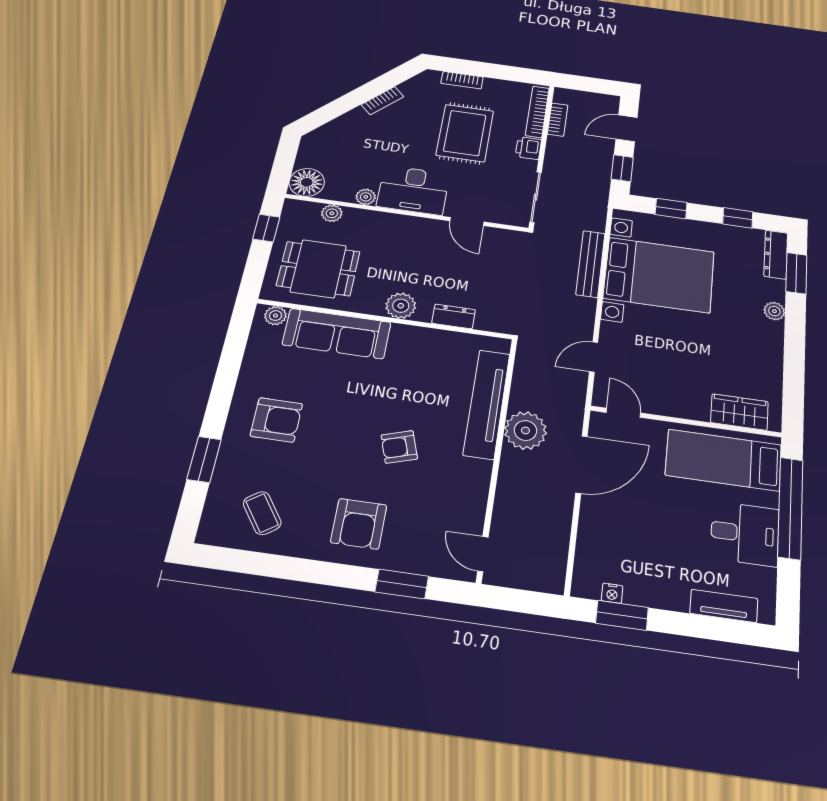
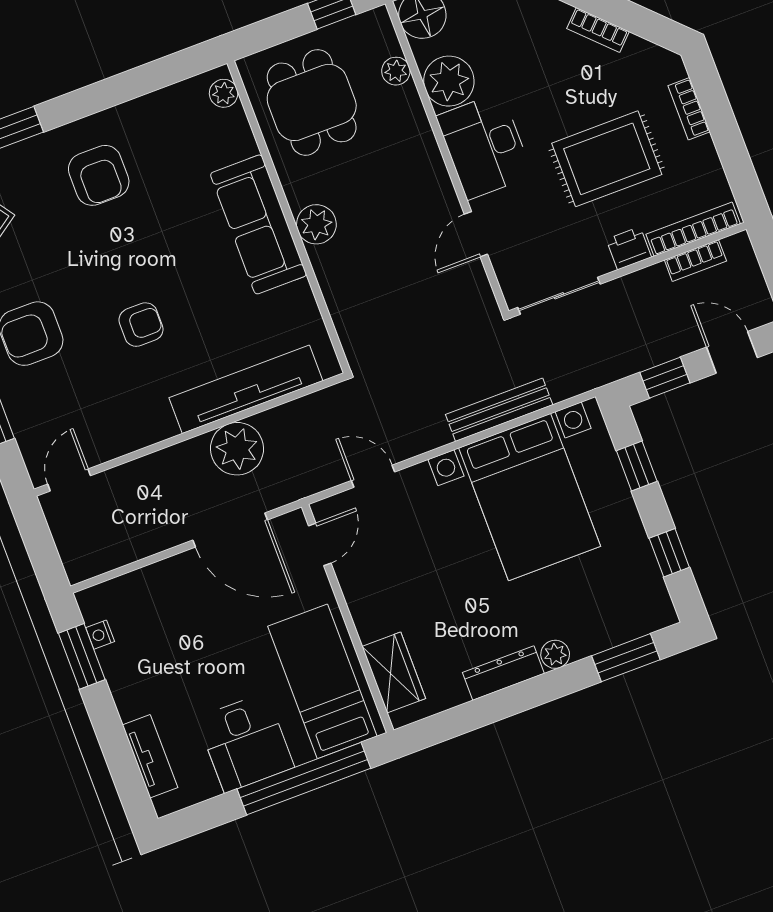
plant: (366, 197) -> (449, 81), width x1.88, depth x1.88
dresser: (776, 255) -> (503, 673), moved
dresser: (454, 316) -> (336, 291), removed
sofa: (337, 334) -> (258, 224), moved
armchair: (399, 447) -> (141, 325), turned 108

